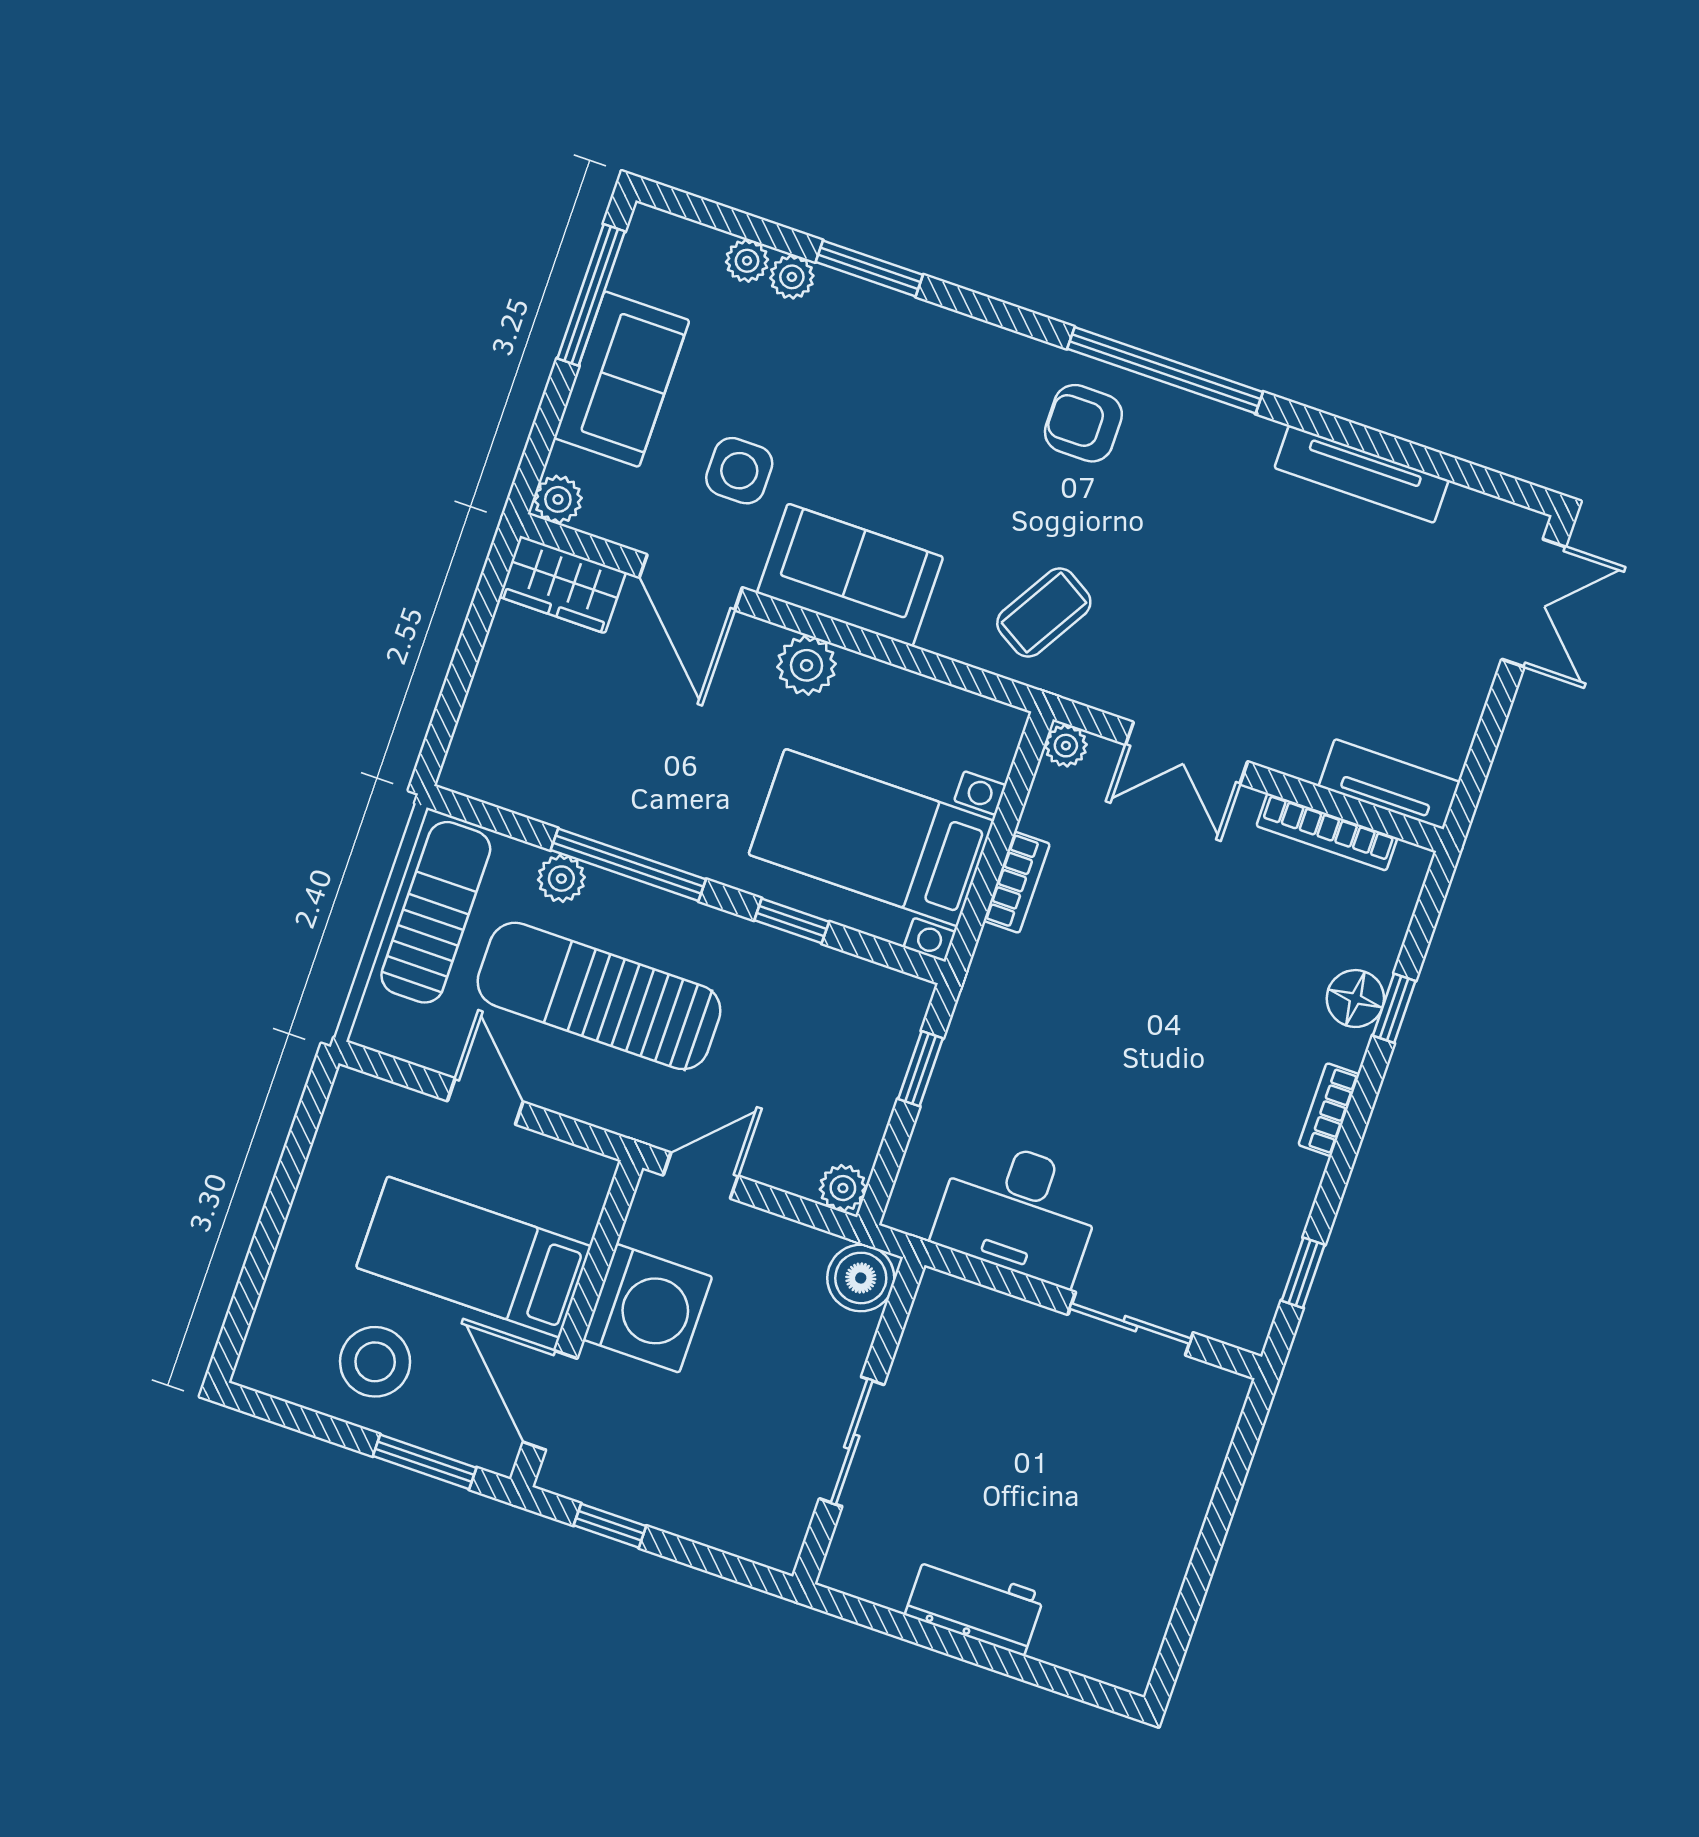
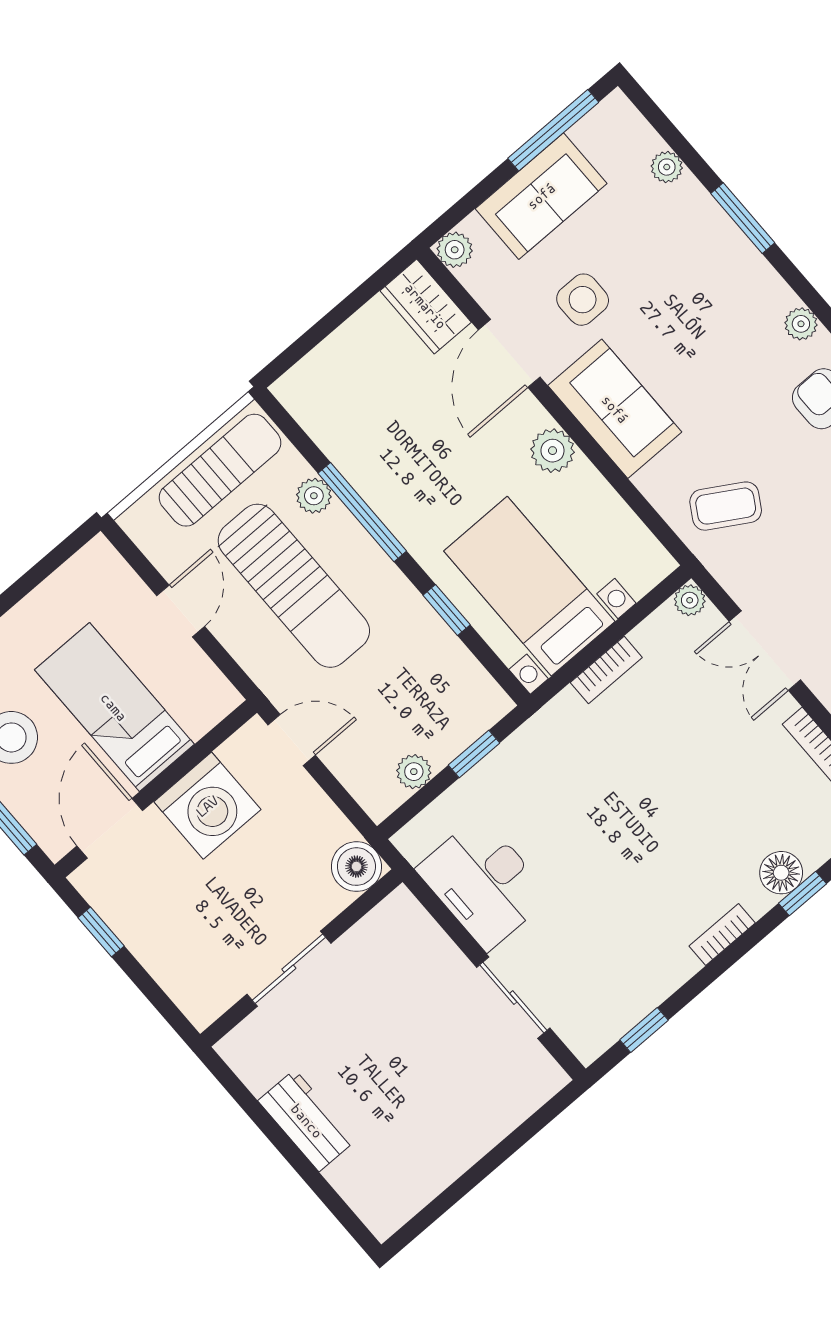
plant: (792, 277) -> (801, 324), moved
sun lounger: (599, 996) -> (294, 586), turned 180
plant: (843, 1188) -> (414, 772), moved

